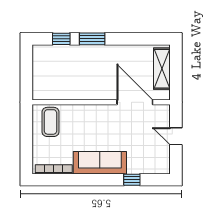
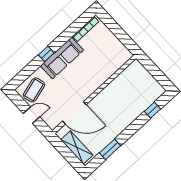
window: (92, 39) -> (110, 149), moved
coffee table: (50, 122) -> (34, 90), moved, turned 75
window: (132, 180) -> (46, 54), moved

